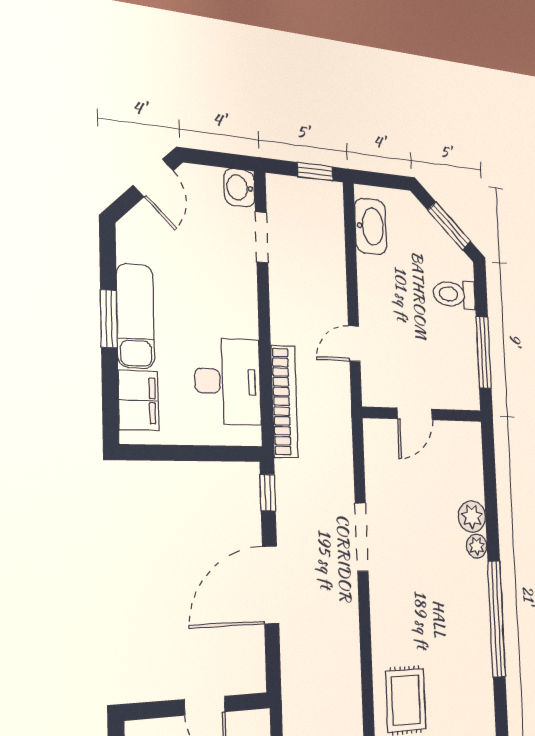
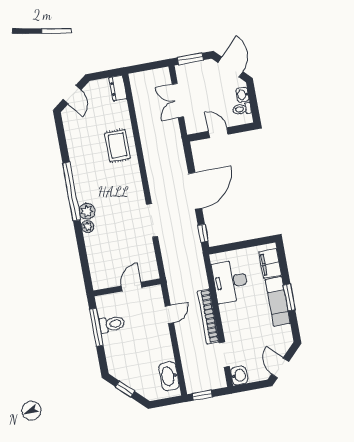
window: (449, 226) -> (125, 389), width x0.67
toilet: (454, 294) -> (112, 324), moved
bookcase: (284, 401) -> (208, 317), moved
plant: (472, 516) -> (87, 211), moved

